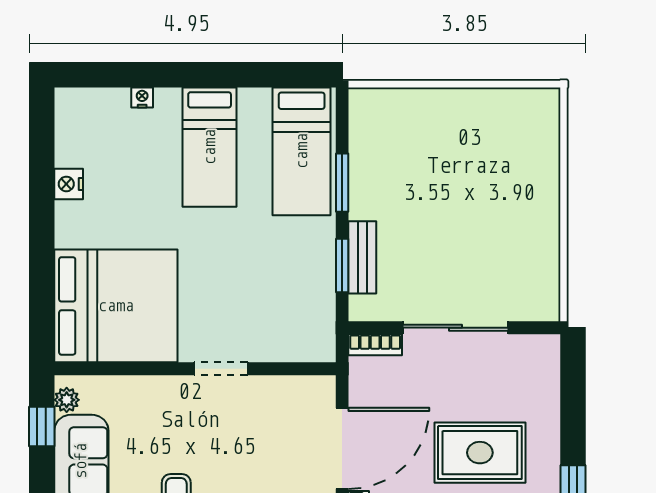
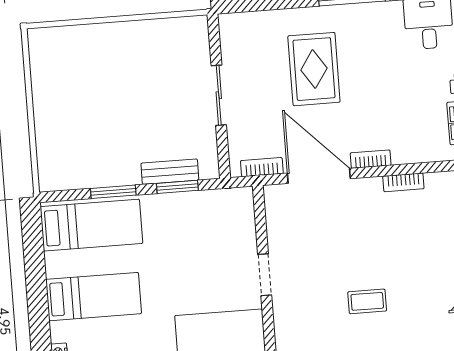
sliding door: (456, 328) -> (219, 95), width x0.73
bookcase: (375, 345) -> (262, 167), moved, turned -90

